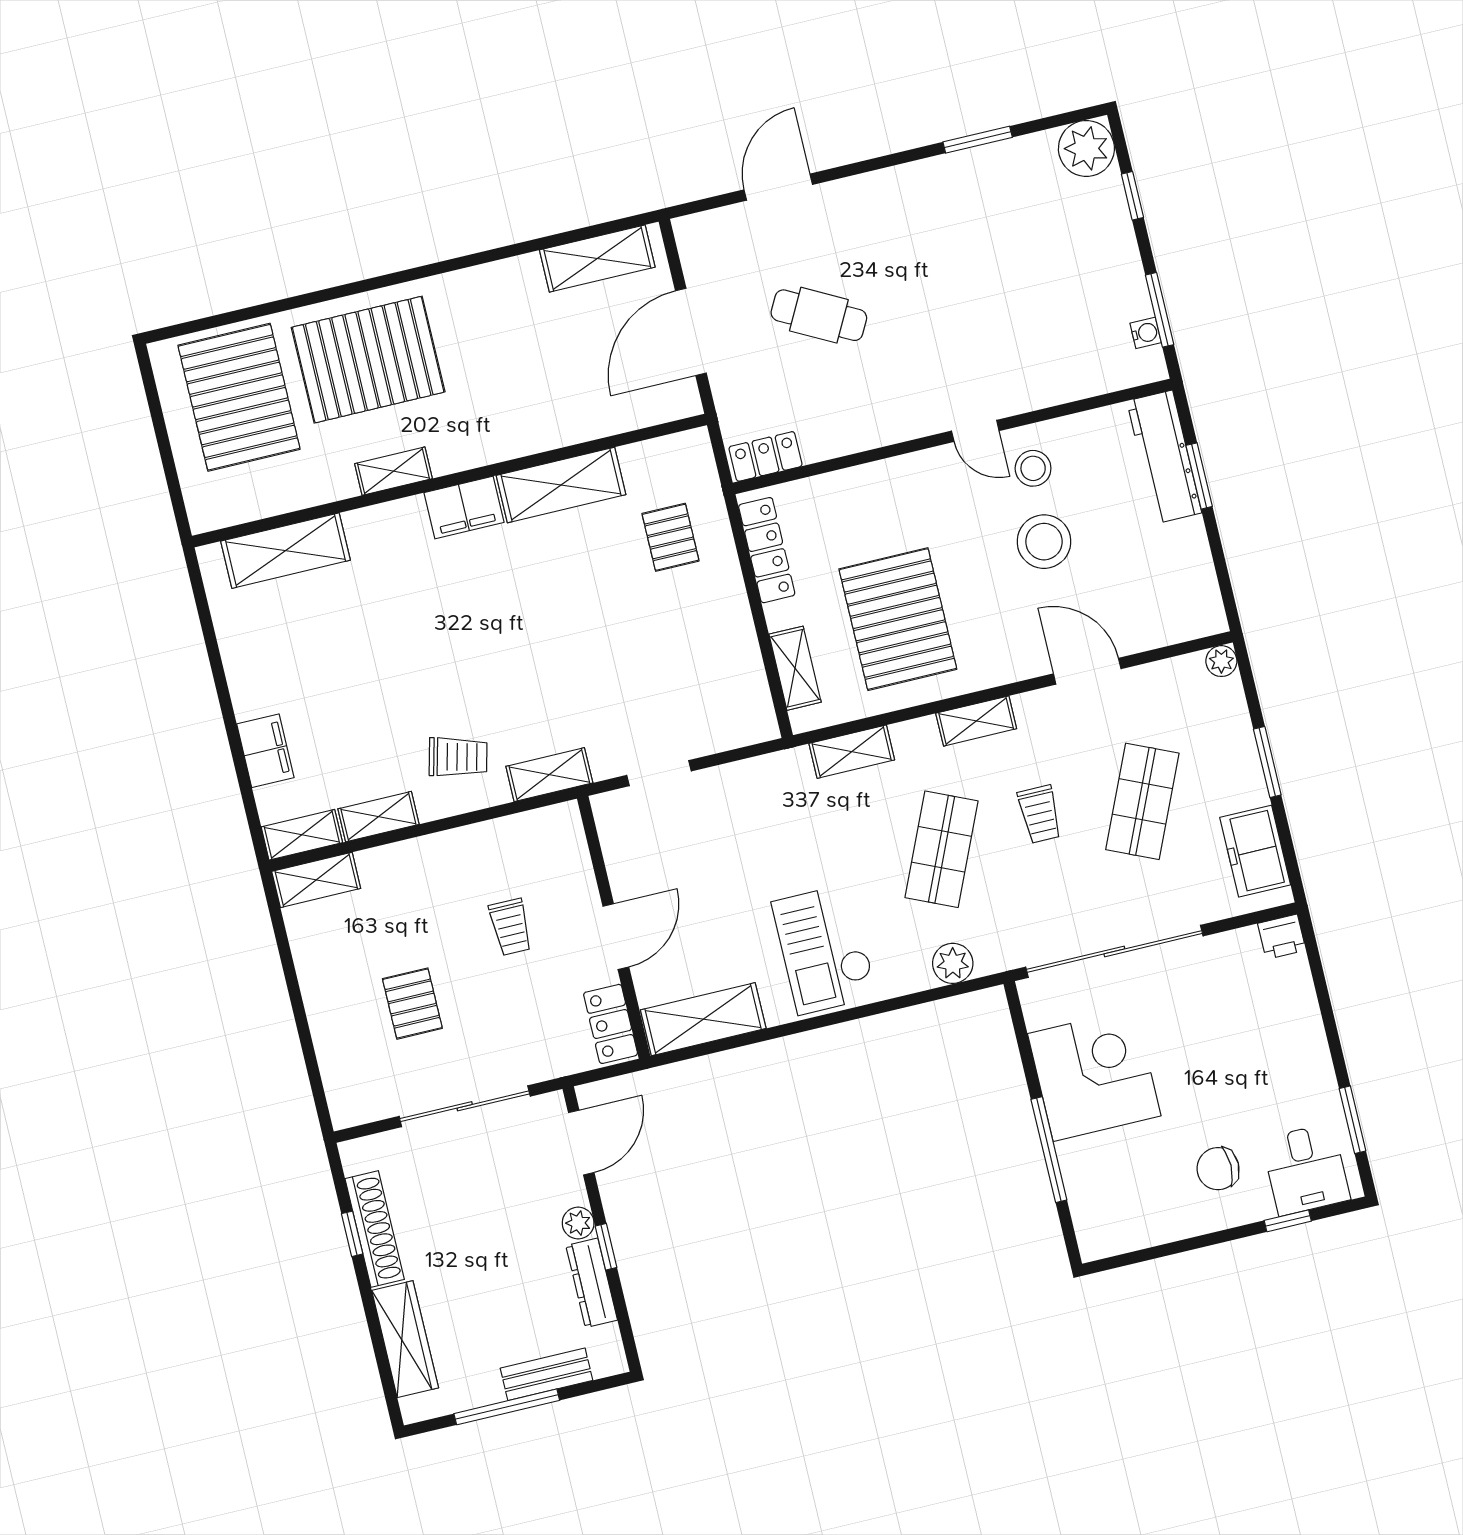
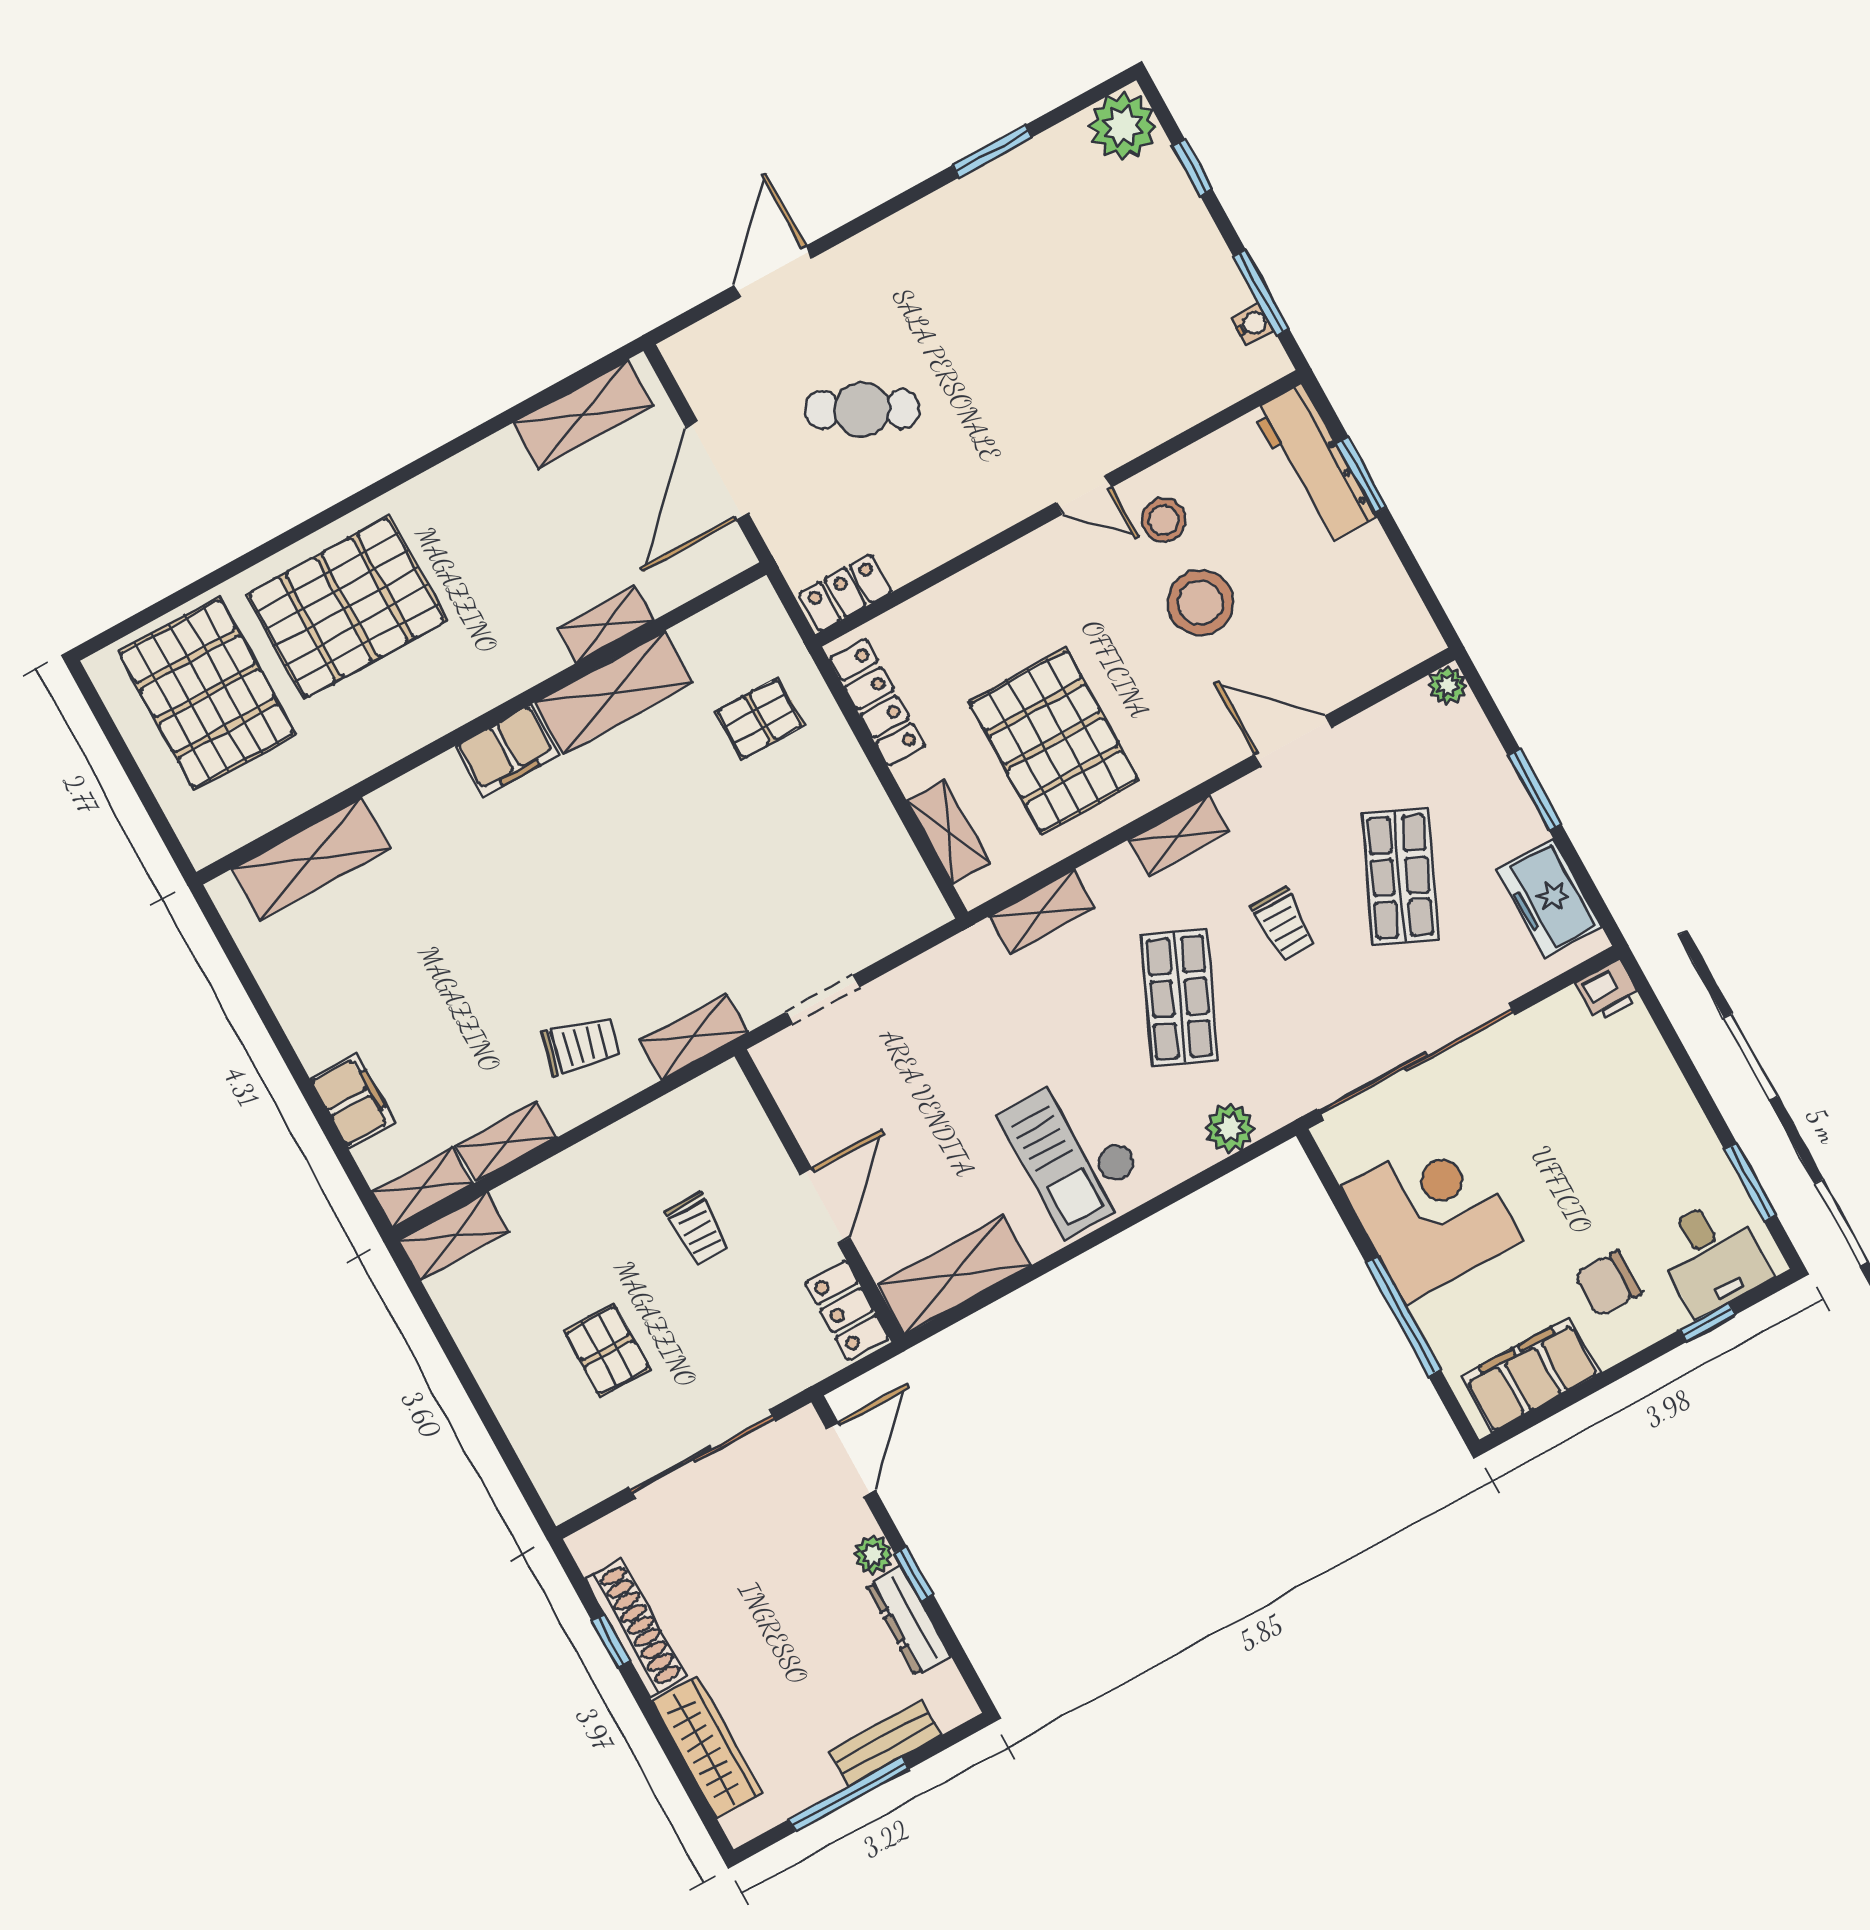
shelving: (394, 471) -> (605, 624), moved
pallet: (670, 537) -> (760, 718), turned 90
filing cabinet: (1137, 1224) -> (1530, 1375), added

